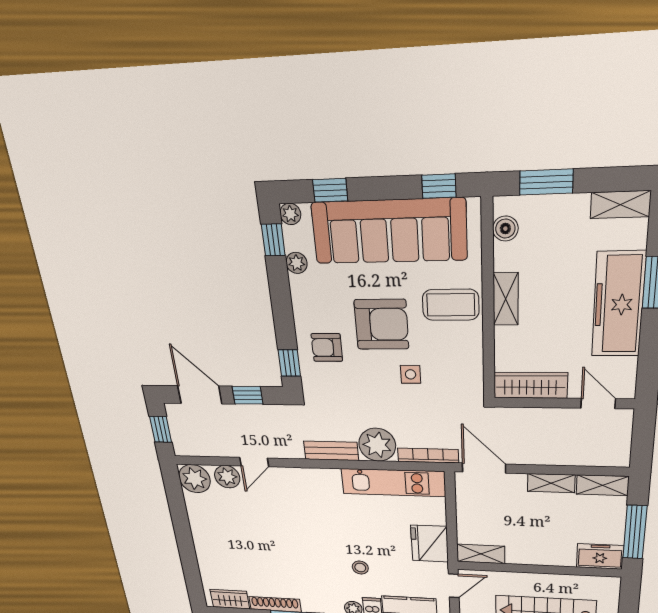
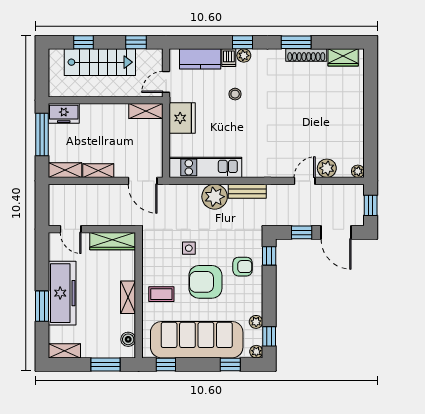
coffee table: (451, 305) -> (161, 294), width x0.73, depth x0.77
bookcase: (428, 456) -> (180, 189), removed
plant: (195, 479) -> (358, 171), width x0.53, depth x0.53

